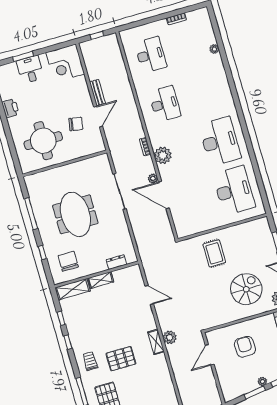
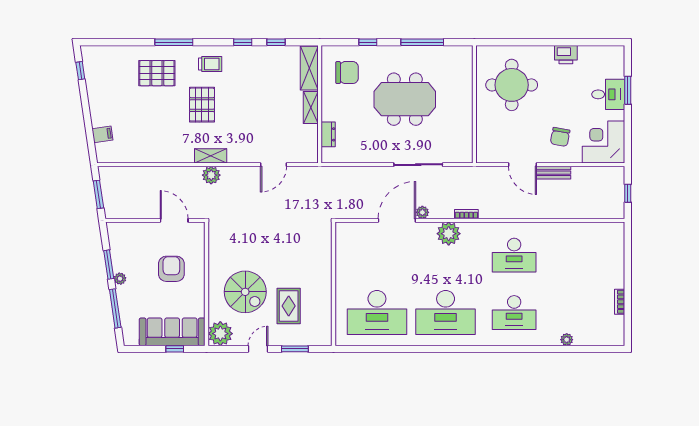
desk: (151, 55) -> (514, 313), moved
chair: (76, 124) -> (560, 137), moved
rug: (214, 253) -> (289, 306), moved, turned 90
armchair: (245, 347) -> (171, 269), turned -90

